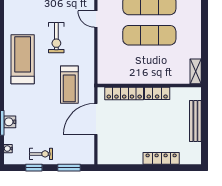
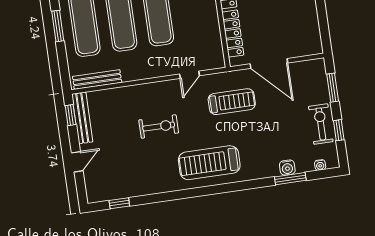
door: (96, 19) -> (189, 75), moved
exercise bike: (56, 38) -> (159, 126), moved
exercise bike: (41, 154) -> (321, 124), width x1.38, depth x1.39

